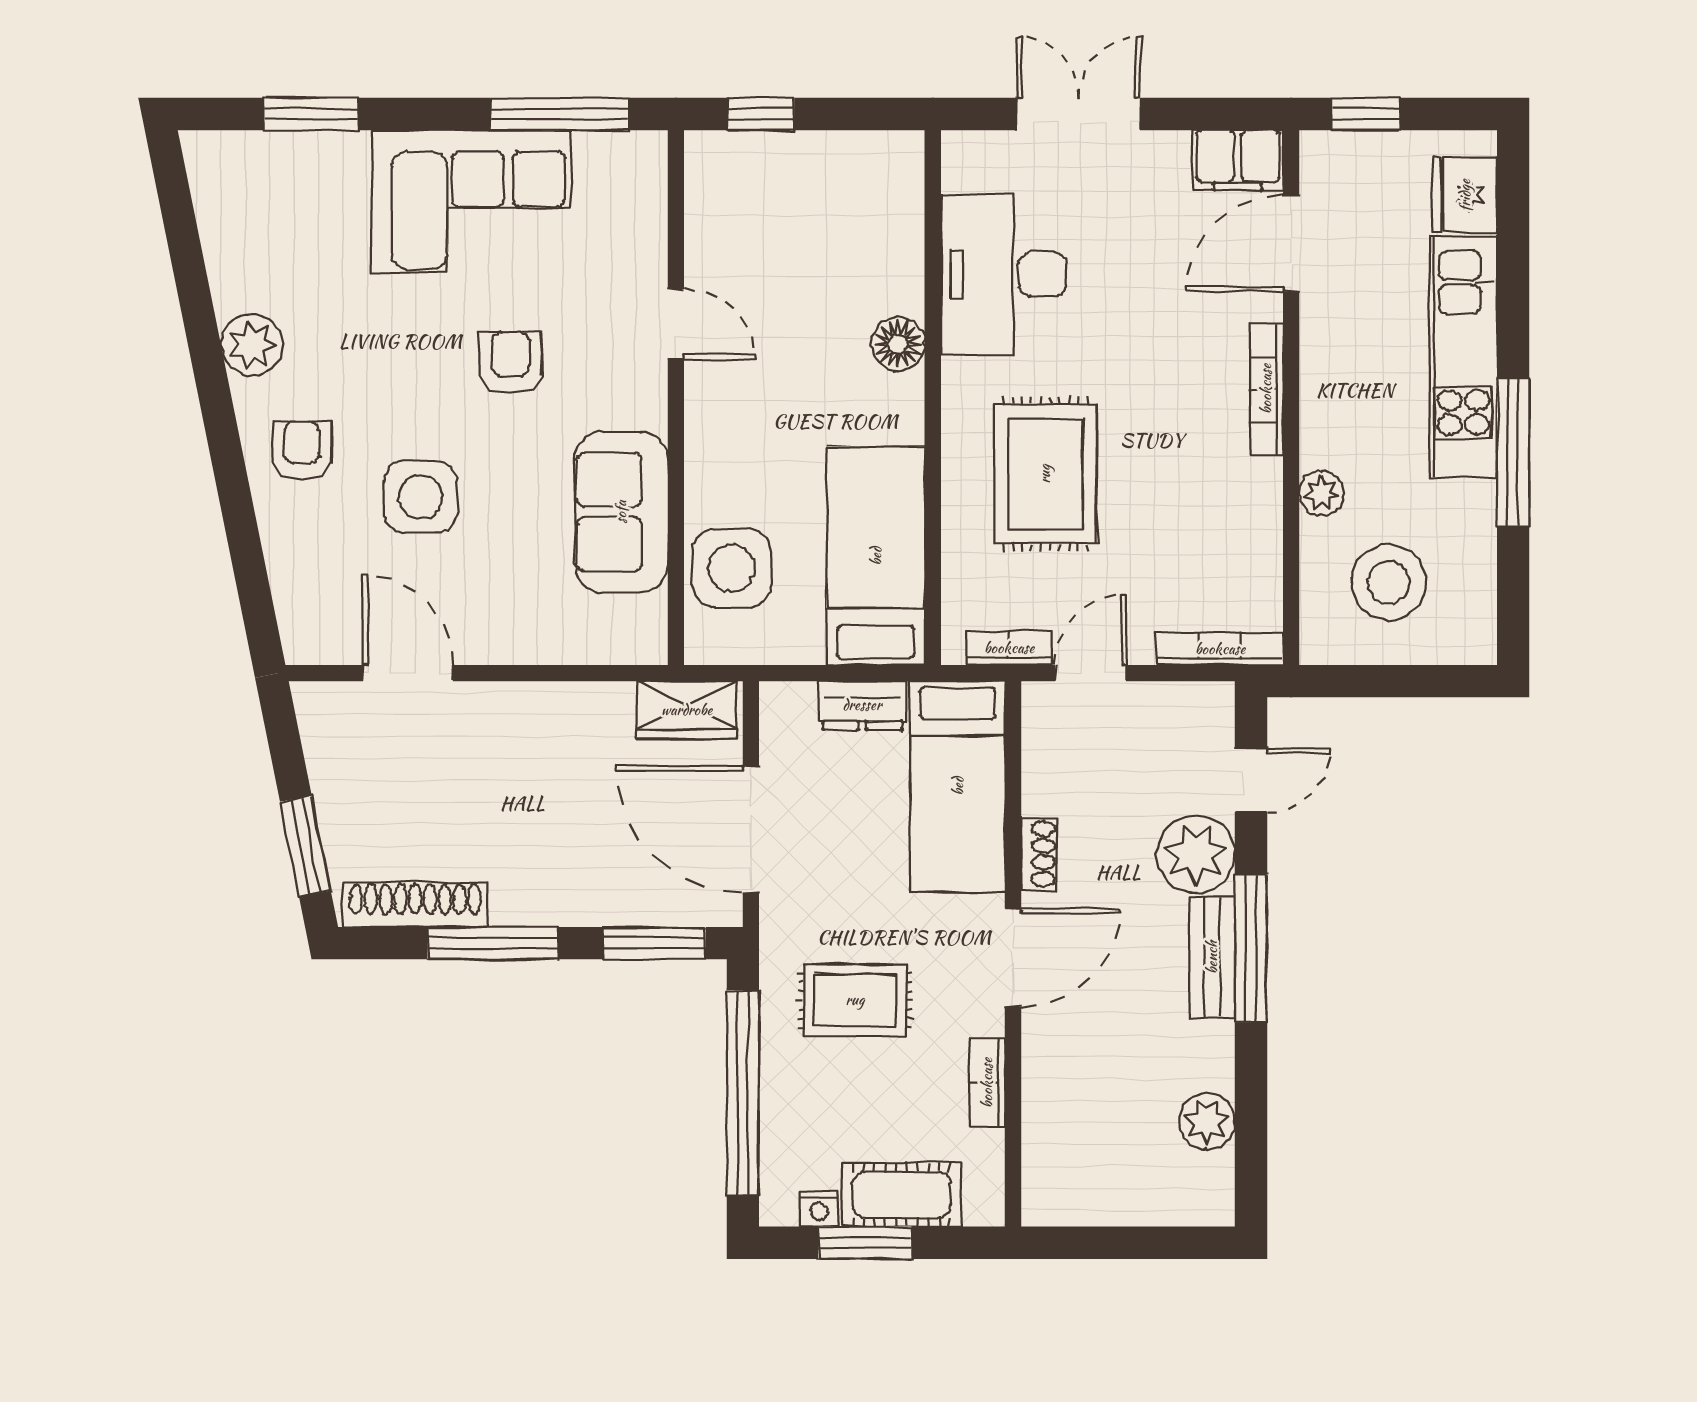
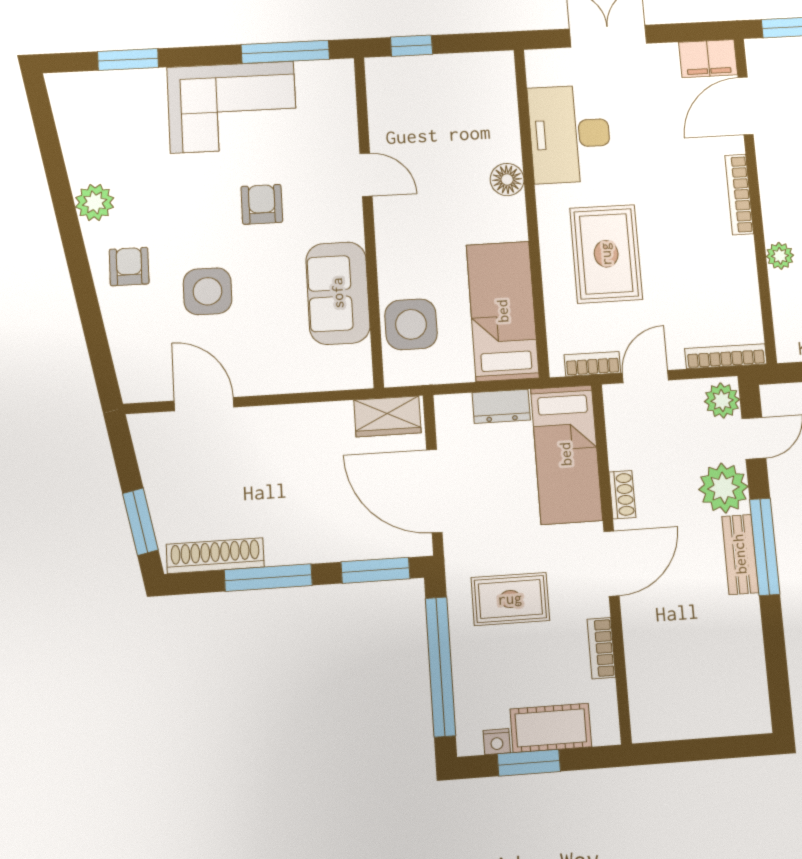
plant: (1207, 1122) -> (722, 401), moved

